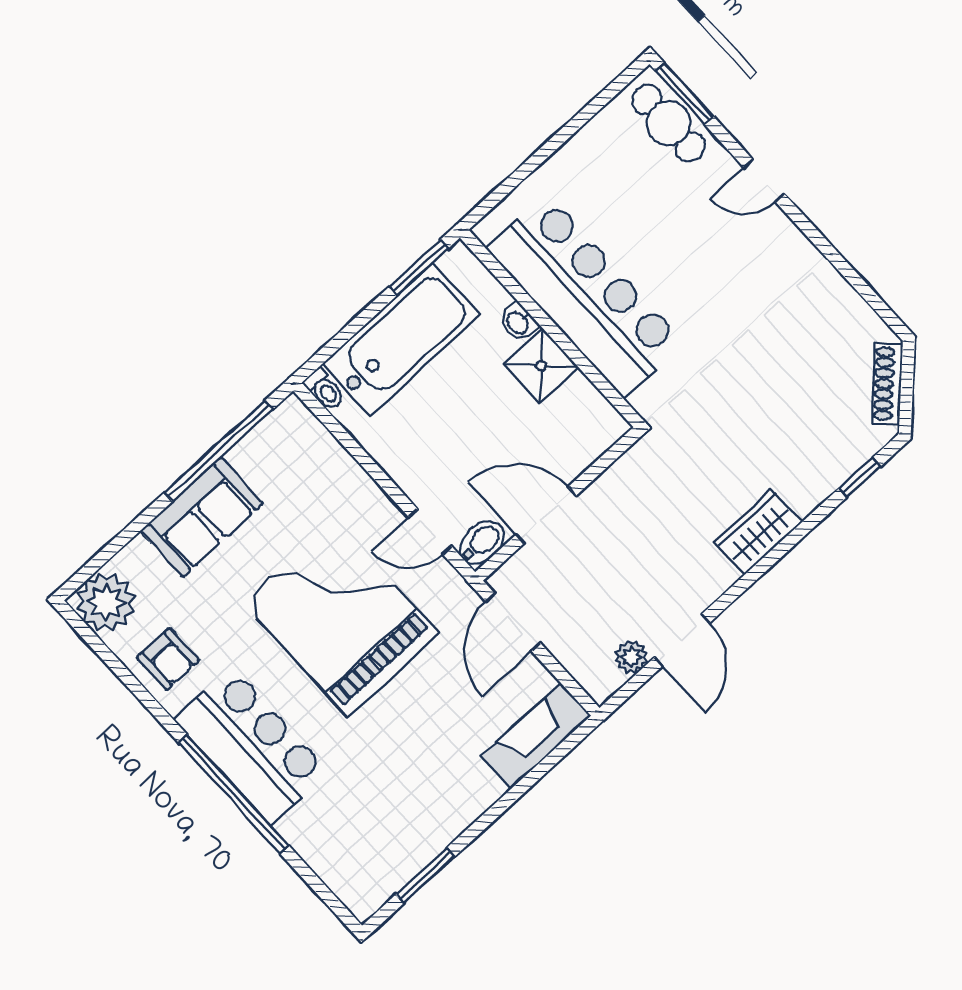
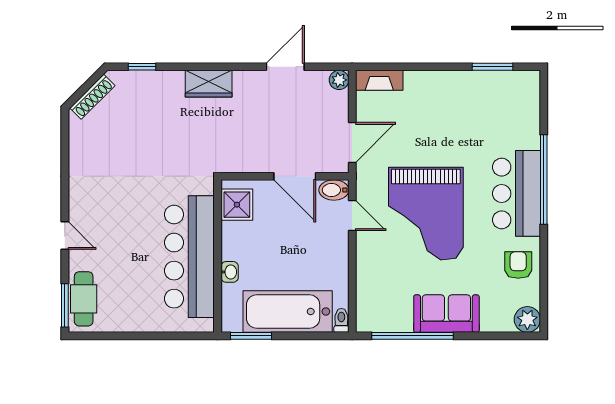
shower: (541, 366) -> (237, 205), moved
plant: (106, 602) -> (527, 319), width x0.73, depth x0.73
plant: (631, 657) -> (339, 80), moved
fireplace: (536, 736) -> (379, 80), width x0.73, depth x0.76

